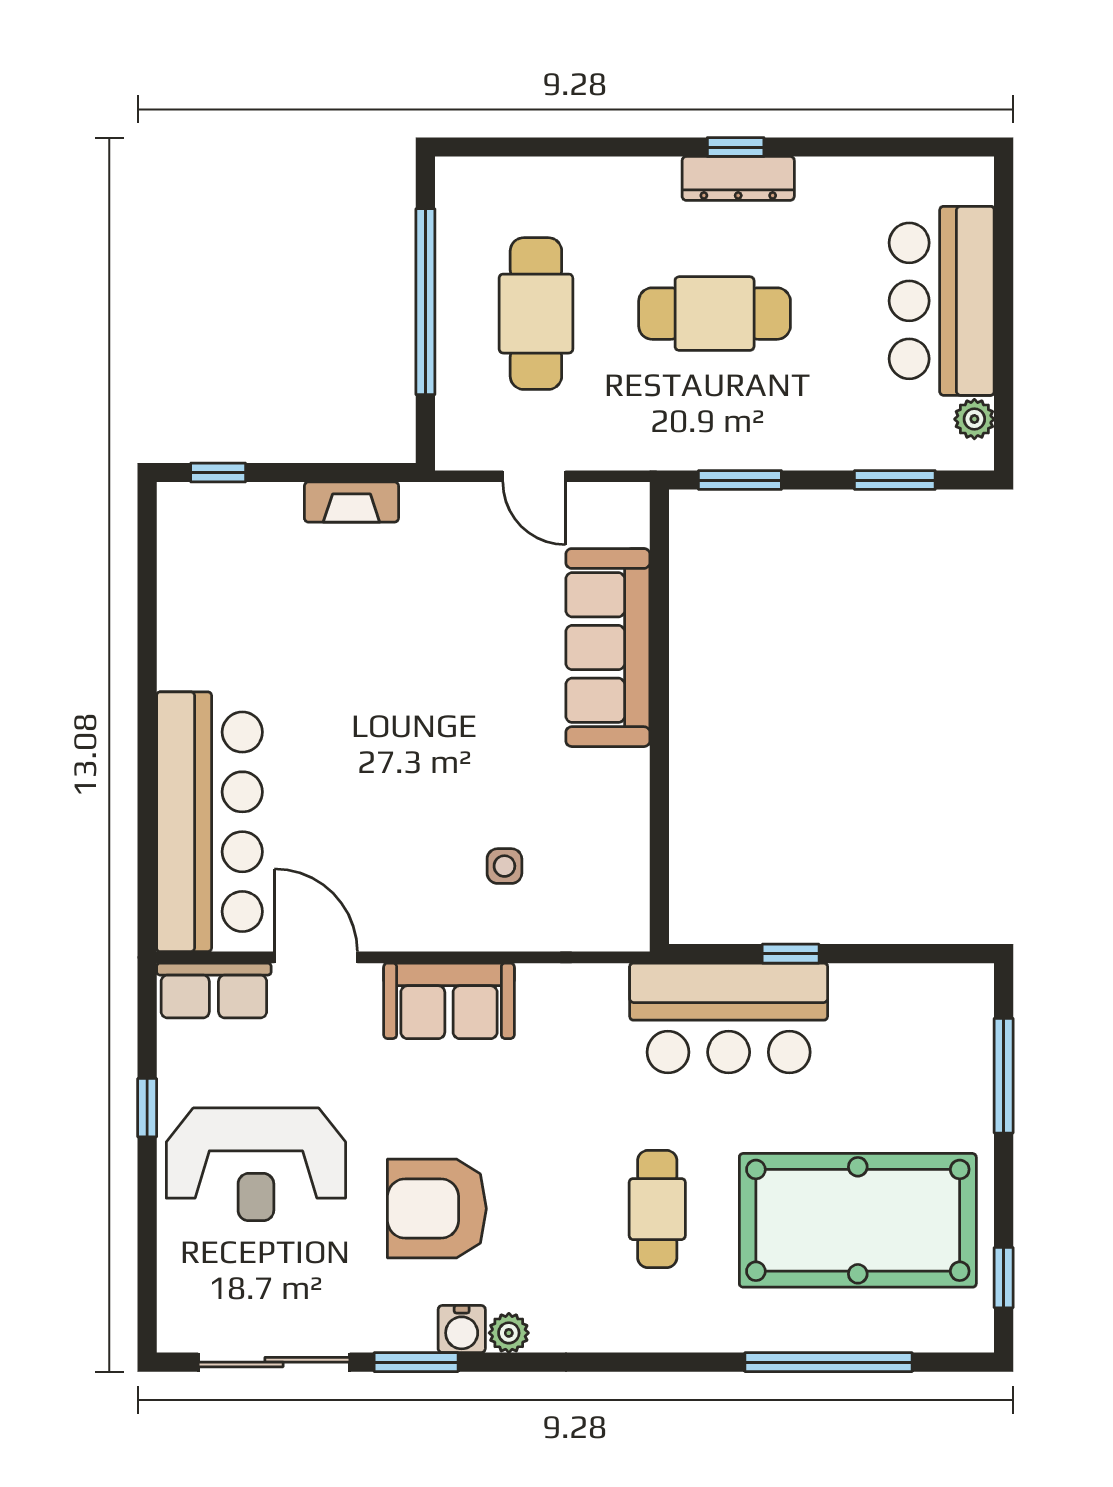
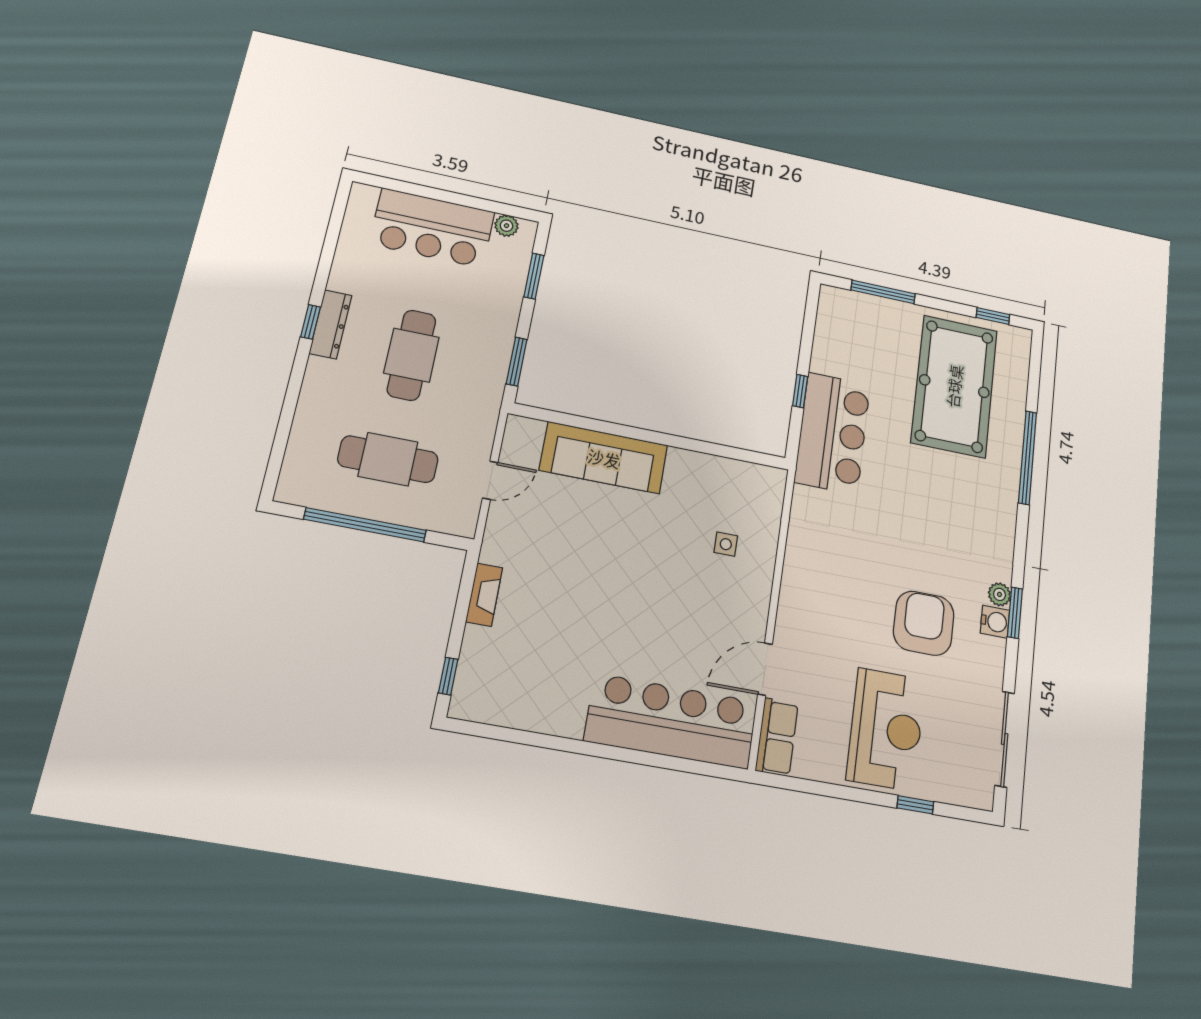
sofa: (449, 1001) -> (802, 593), removed
window: (147, 1108) -> (915, 805), moved
armchair: (437, 1209) -> (924, 623), turned 180
cafe table: (657, 1209) -> (937, 495), removed
window: (416, 1362) -> (1015, 613), moved
window: (828, 1362) -> (1028, 458), moved

